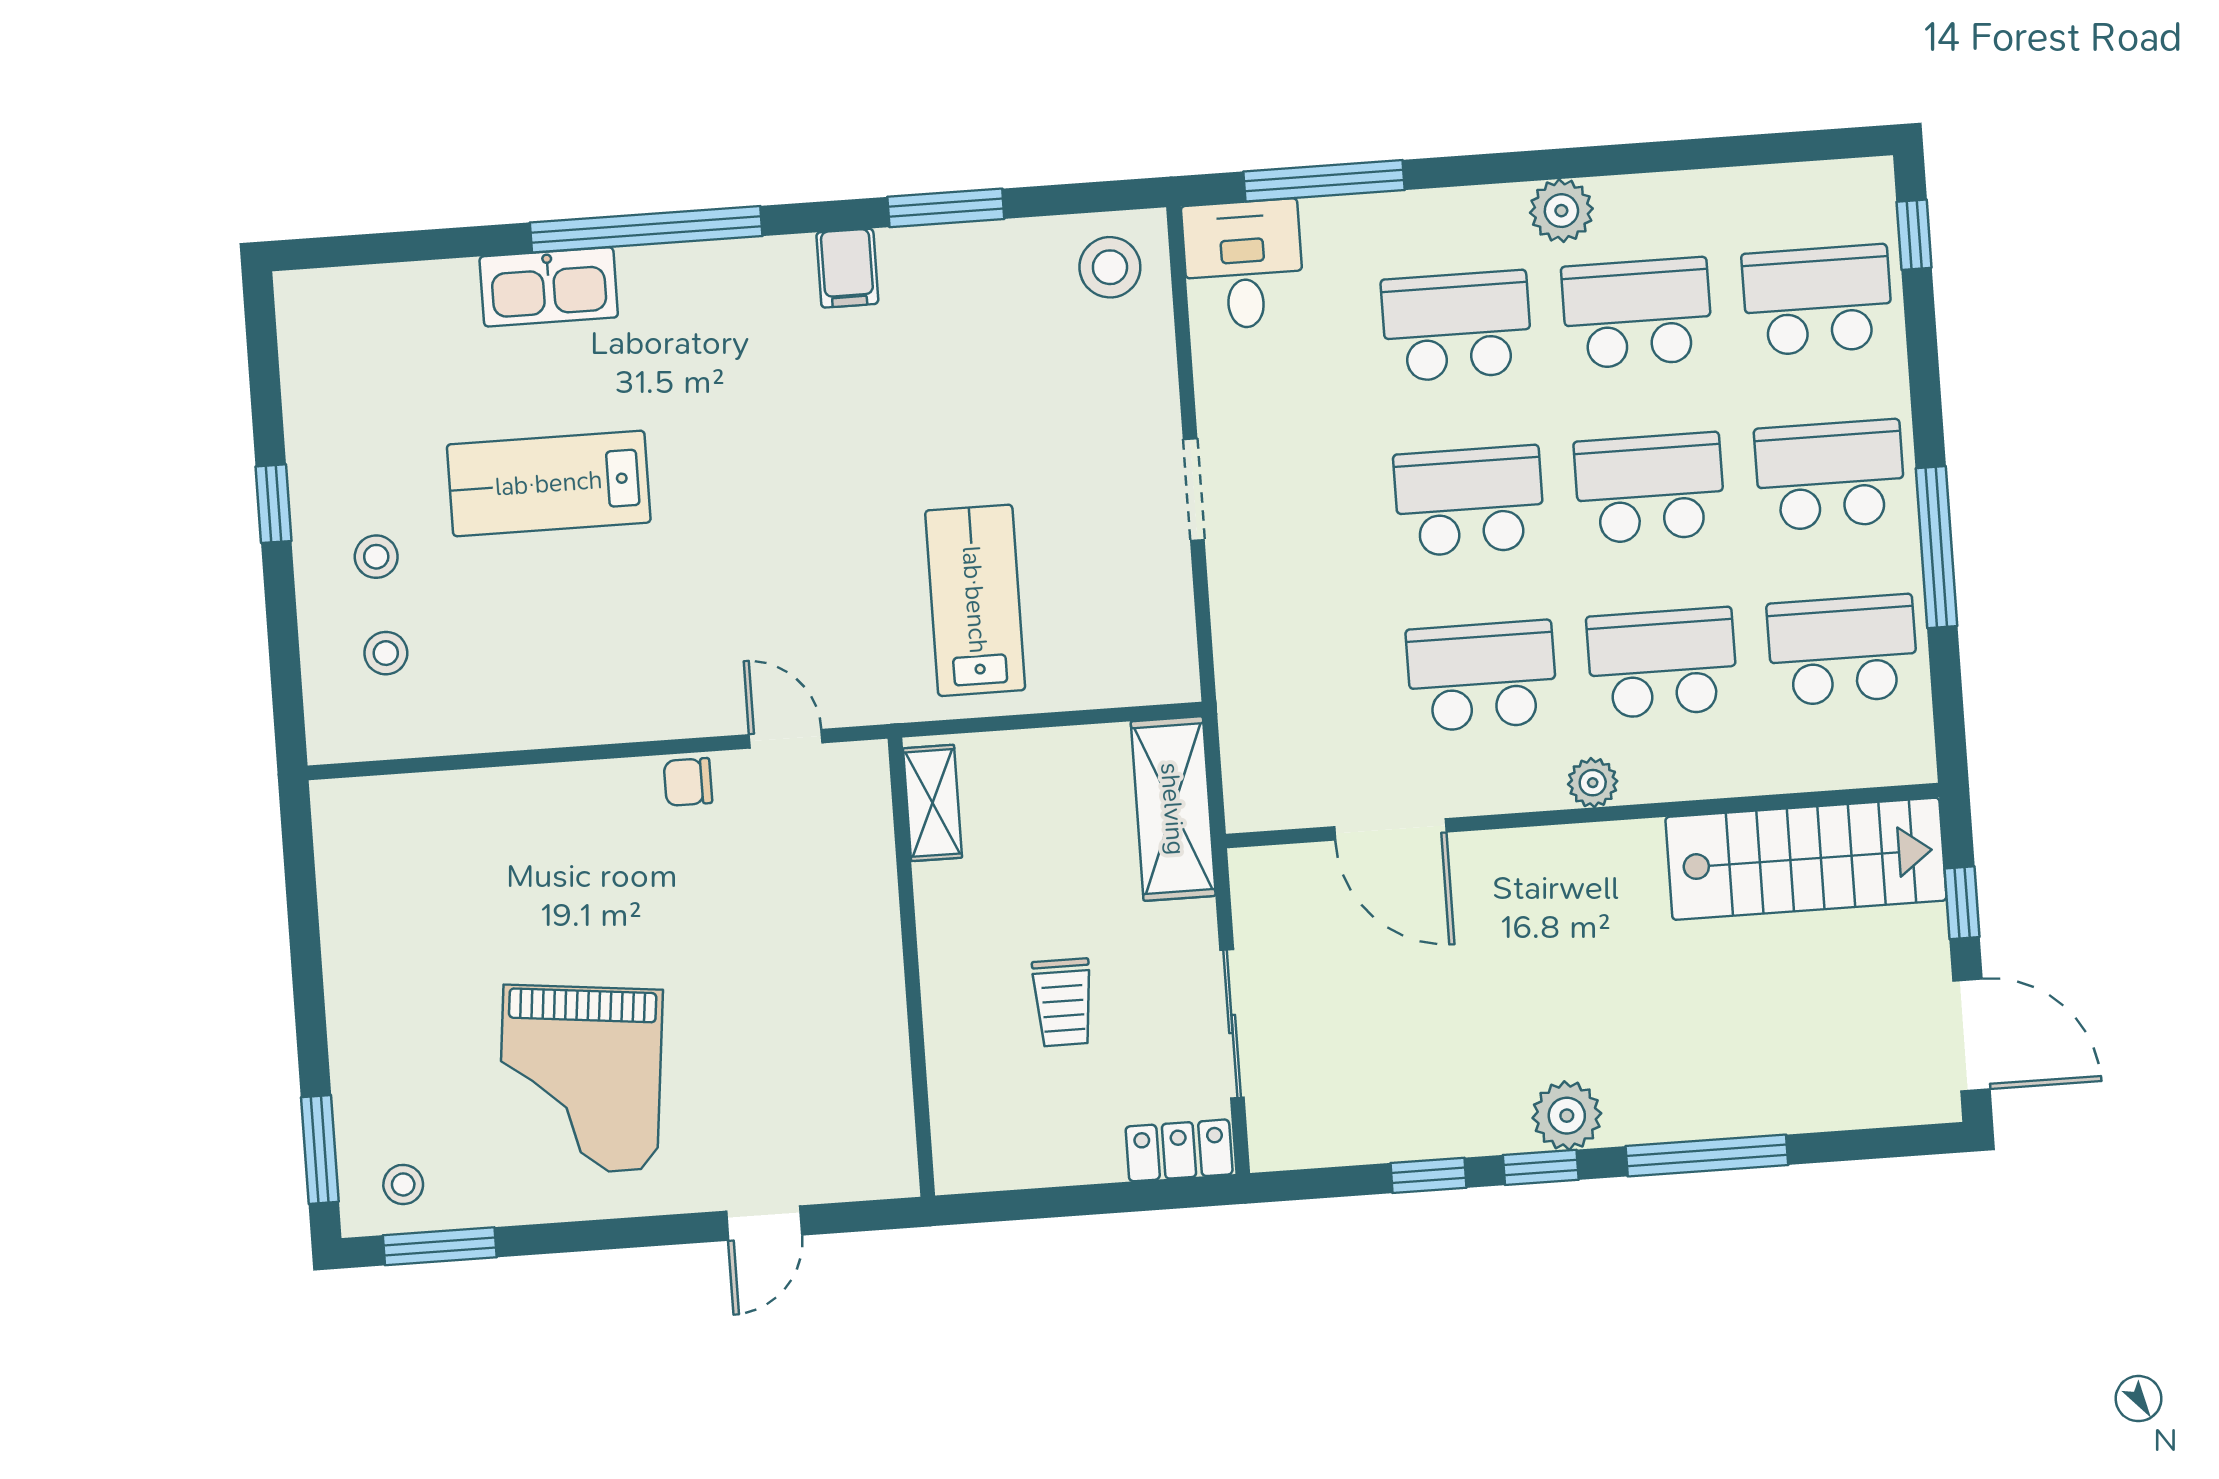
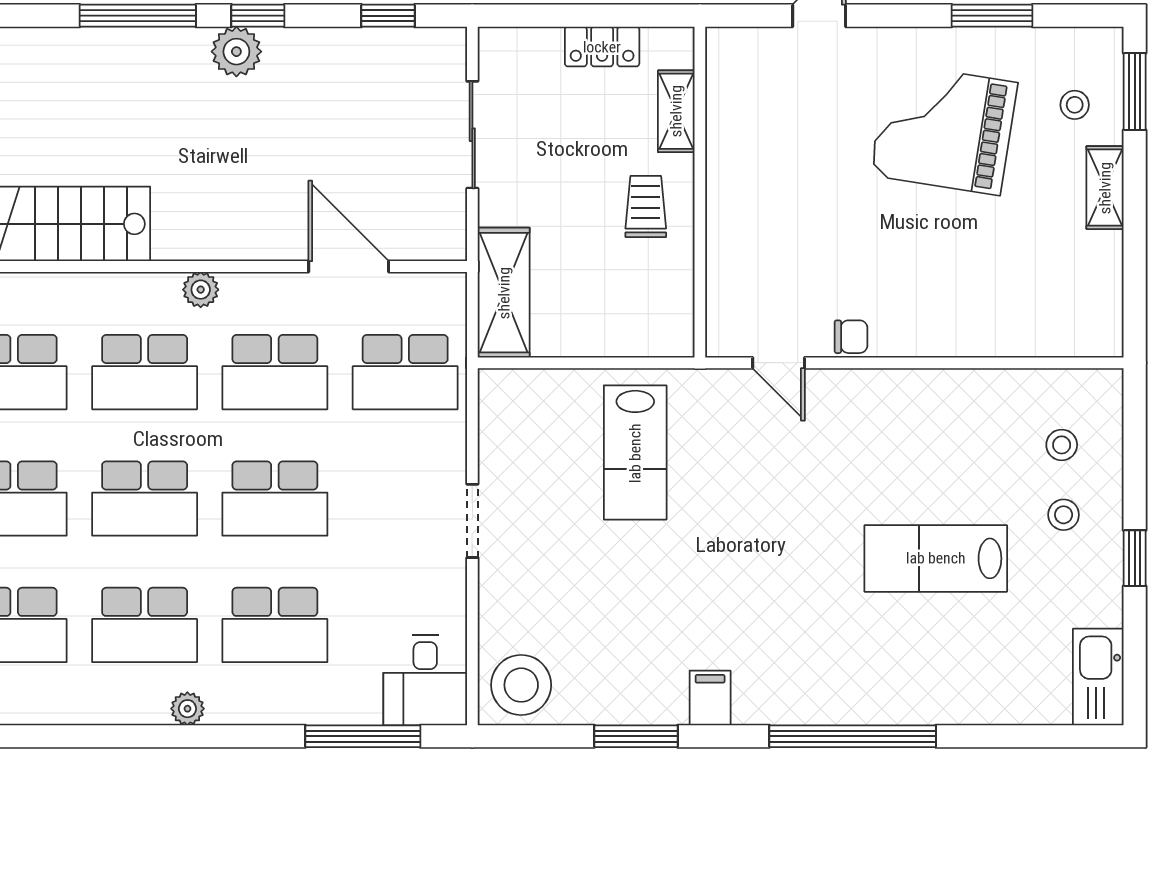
plant: (1561, 211) -> (187, 709), width x0.73, depth x0.73
stool: (1110, 267) -> (521, 685), width x1.38, depth x1.38
kitchen sink: (549, 287) -> (1098, 677), moved, turned -90
lab bench: (549, 483) -> (936, 558), turned 180
school desk: (1301, 689) -> (405, 372), added
shelving: (933, 803) -> (676, 111), moved
trolley: (1063, 1002) -> (646, 207), moved
shelving: (351, 1014) -> (1105, 188), added
grand piano: (580, 1079) -> (944, 129), turned -87
locker: (1179, 1150) -> (602, 47), moved
window: (1429, 1175) -> (388, 16), moved
stool: (403, 1184) -> (1075, 105), moved
window: (440, 1246) -> (992, 16), moved

